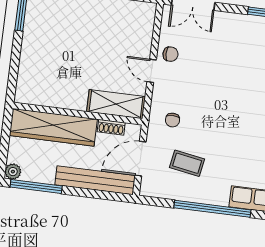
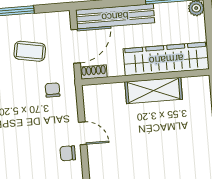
shelving: (116, 104) -> (154, 90), moved
shoe rack: (111, 127) -> (94, 72), moved

